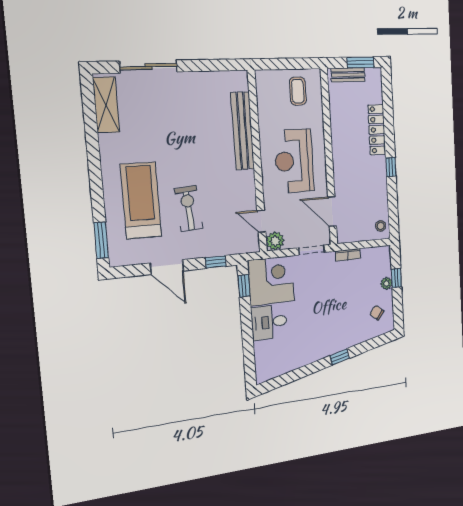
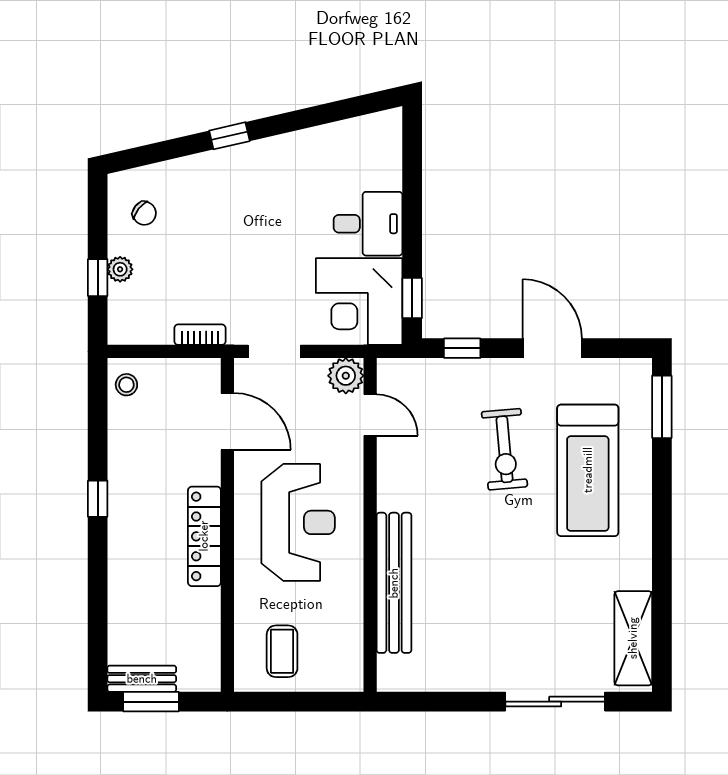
bench: (348, 75) -> (142, 679), moved
locker: (377, 130) -> (204, 536), moved, turned 180

